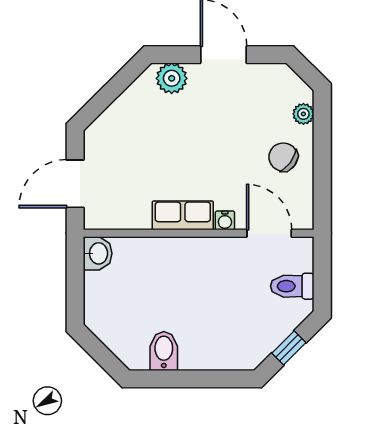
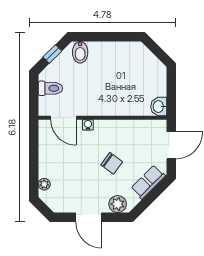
chair: (283, 157) -> (112, 163), moved
row of seats: (183, 215) -> (148, 182), moved, turned 135
bidet: (164, 351) -> (80, 52), moved

